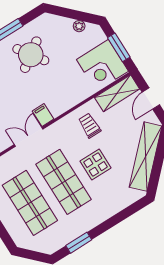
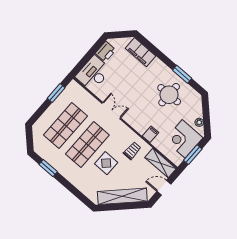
round table: (31, 55) -> (169, 95), turned 35
corner desk: (102, 65) -> (184, 139), moved
filing cabinet: (43, 115) -> (150, 134), moved

